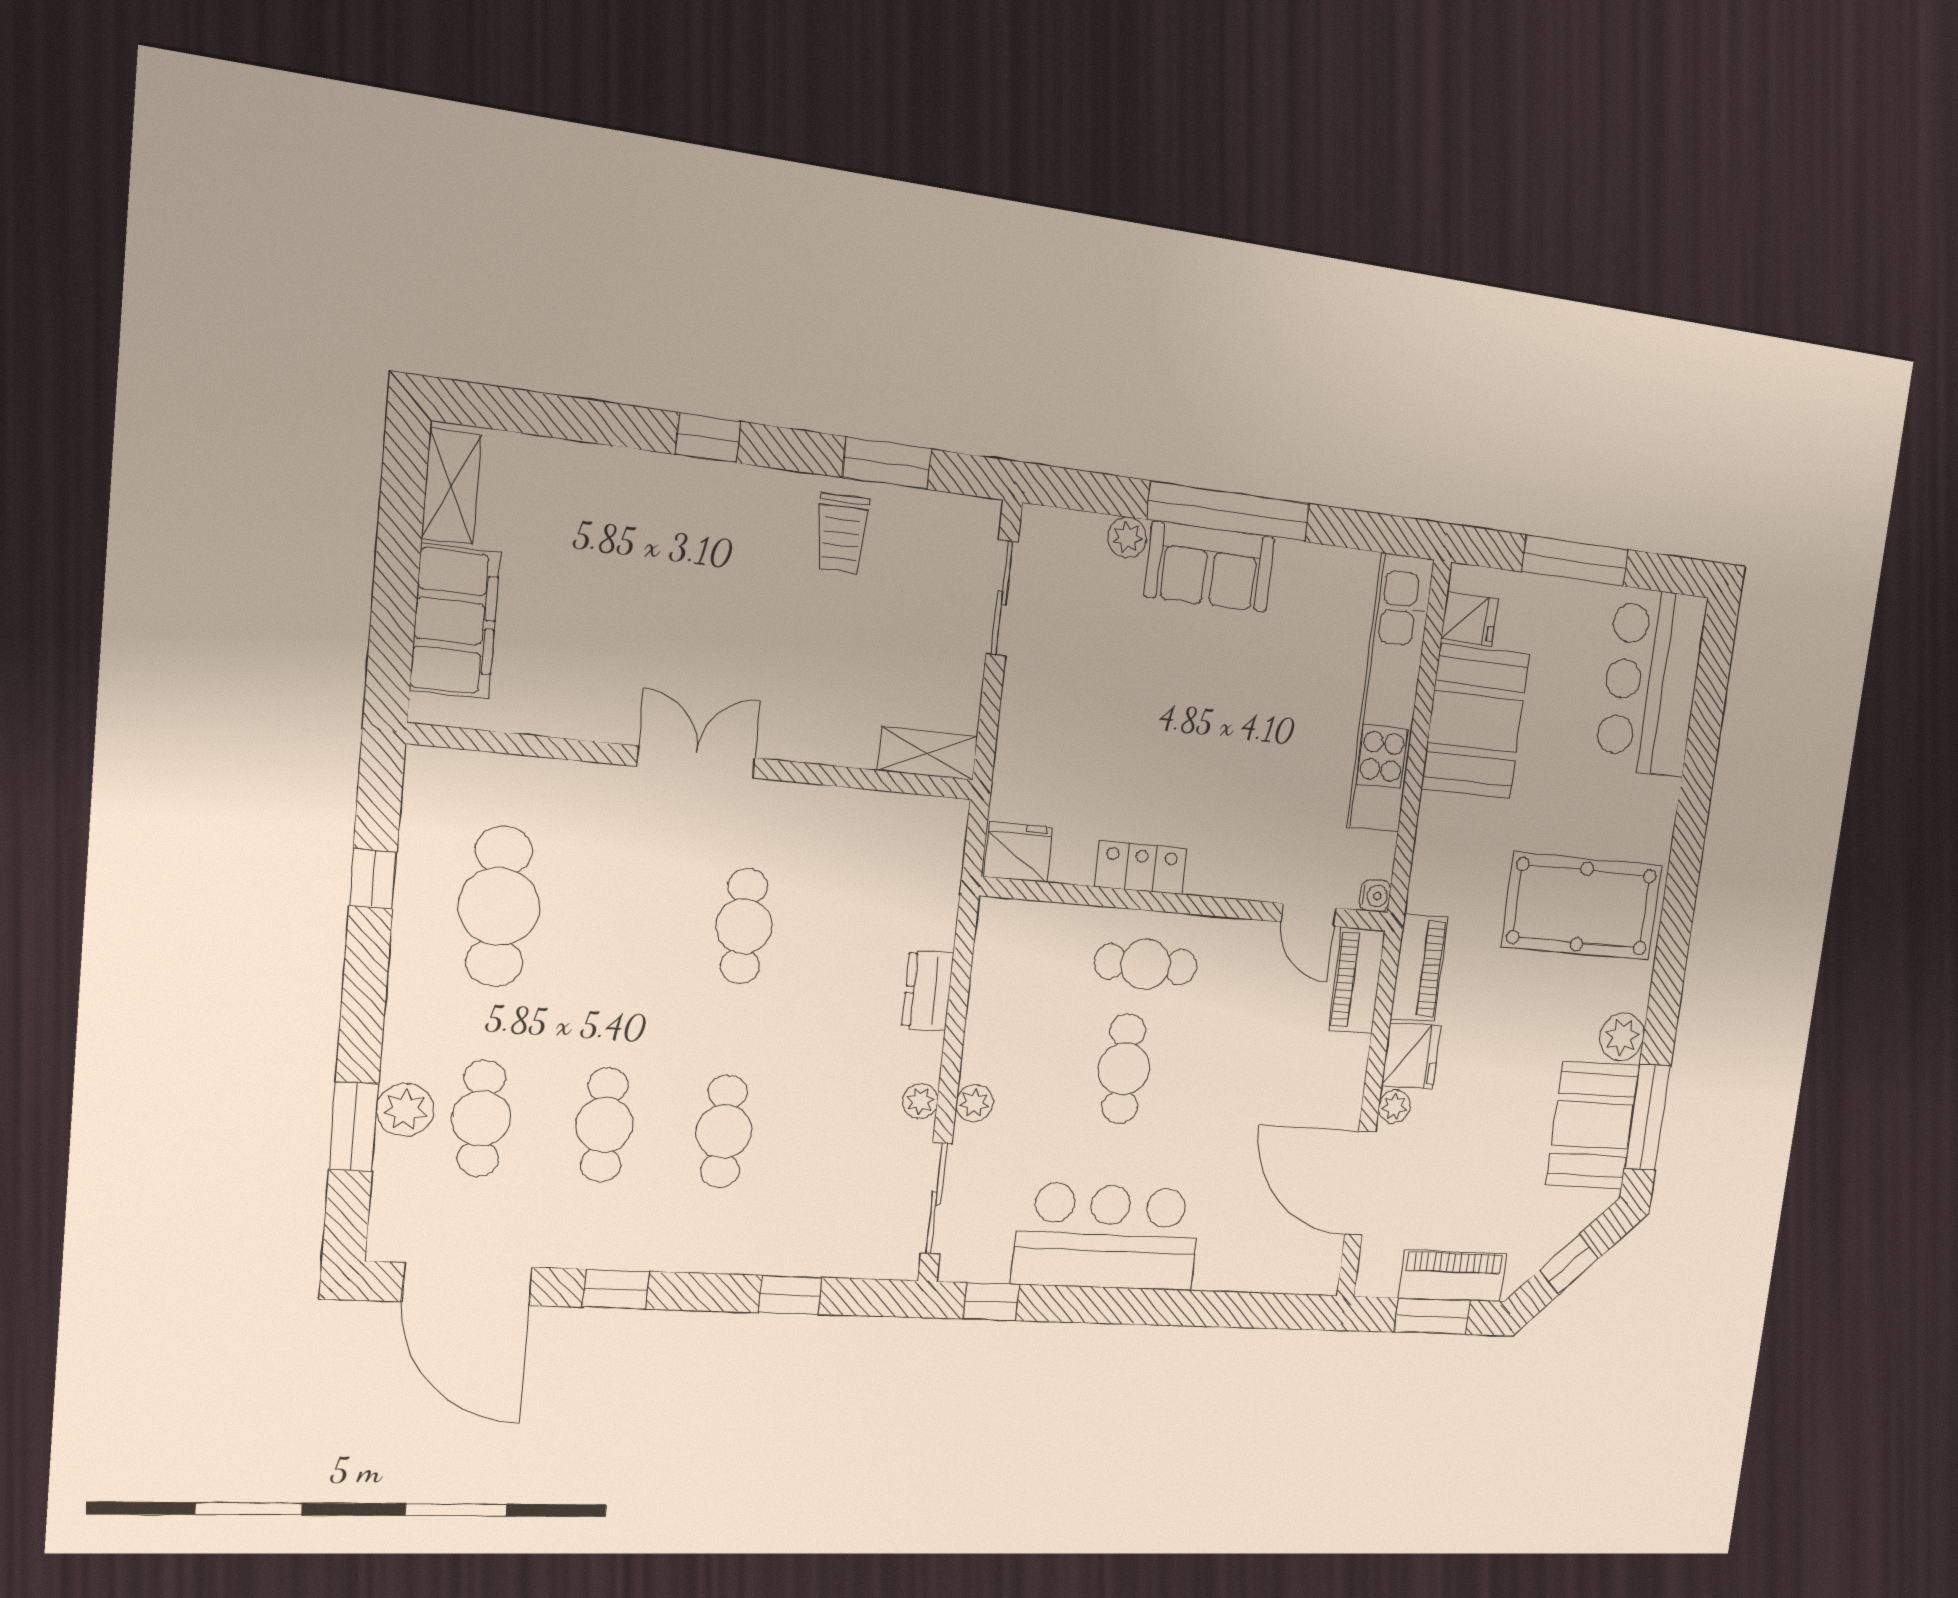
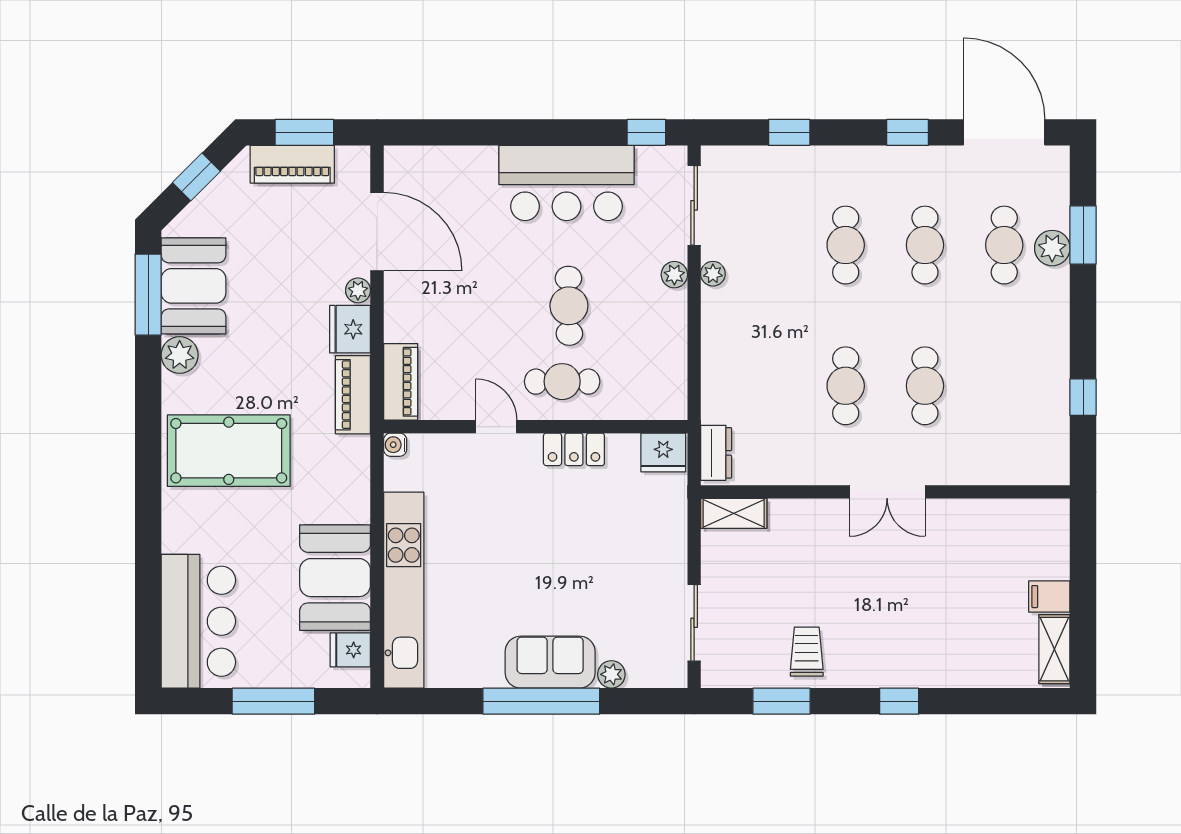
filing cabinet: (455, 621) -> (1049, 597), width x0.33, depth x0.86
cafe table: (499, 907) -> (925, 386), moved, width x0.73, depth x0.74
door: (1309, 915) -> (496, 427), moved
dresser: (928, 991) -> (716, 453), moved

